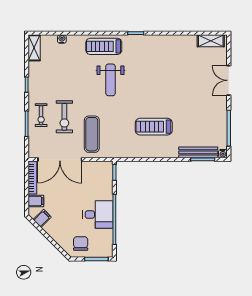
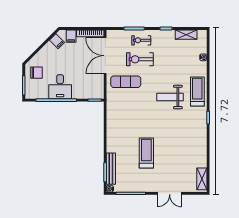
shelving: (34, 48) -> (186, 35), moved
double door: (229, 80) -> (170, 193), swing flipped
treadmill: (154, 127) -> (146, 153), moved

